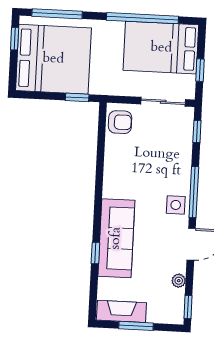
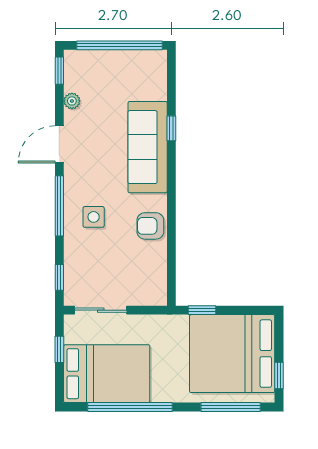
armchair: (120, 122) -> (150, 226), moved
side table: (176, 205) -> (94, 217), moved
fireplace: (121, 311) -> (137, 62), removed
window: (136, 326) -> (119, 45), width x2.11

